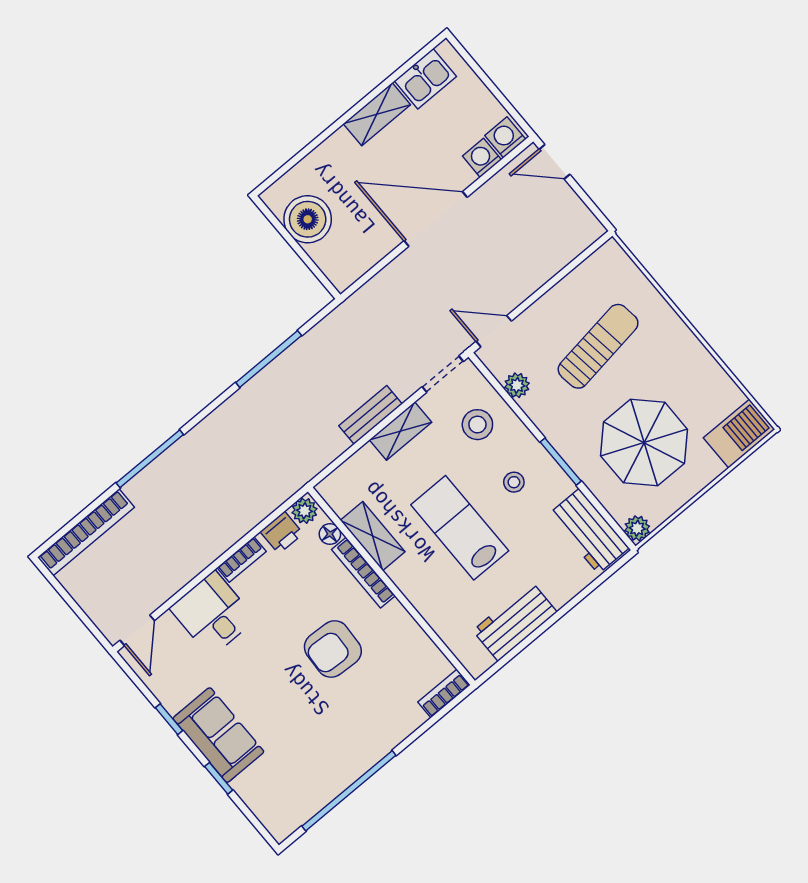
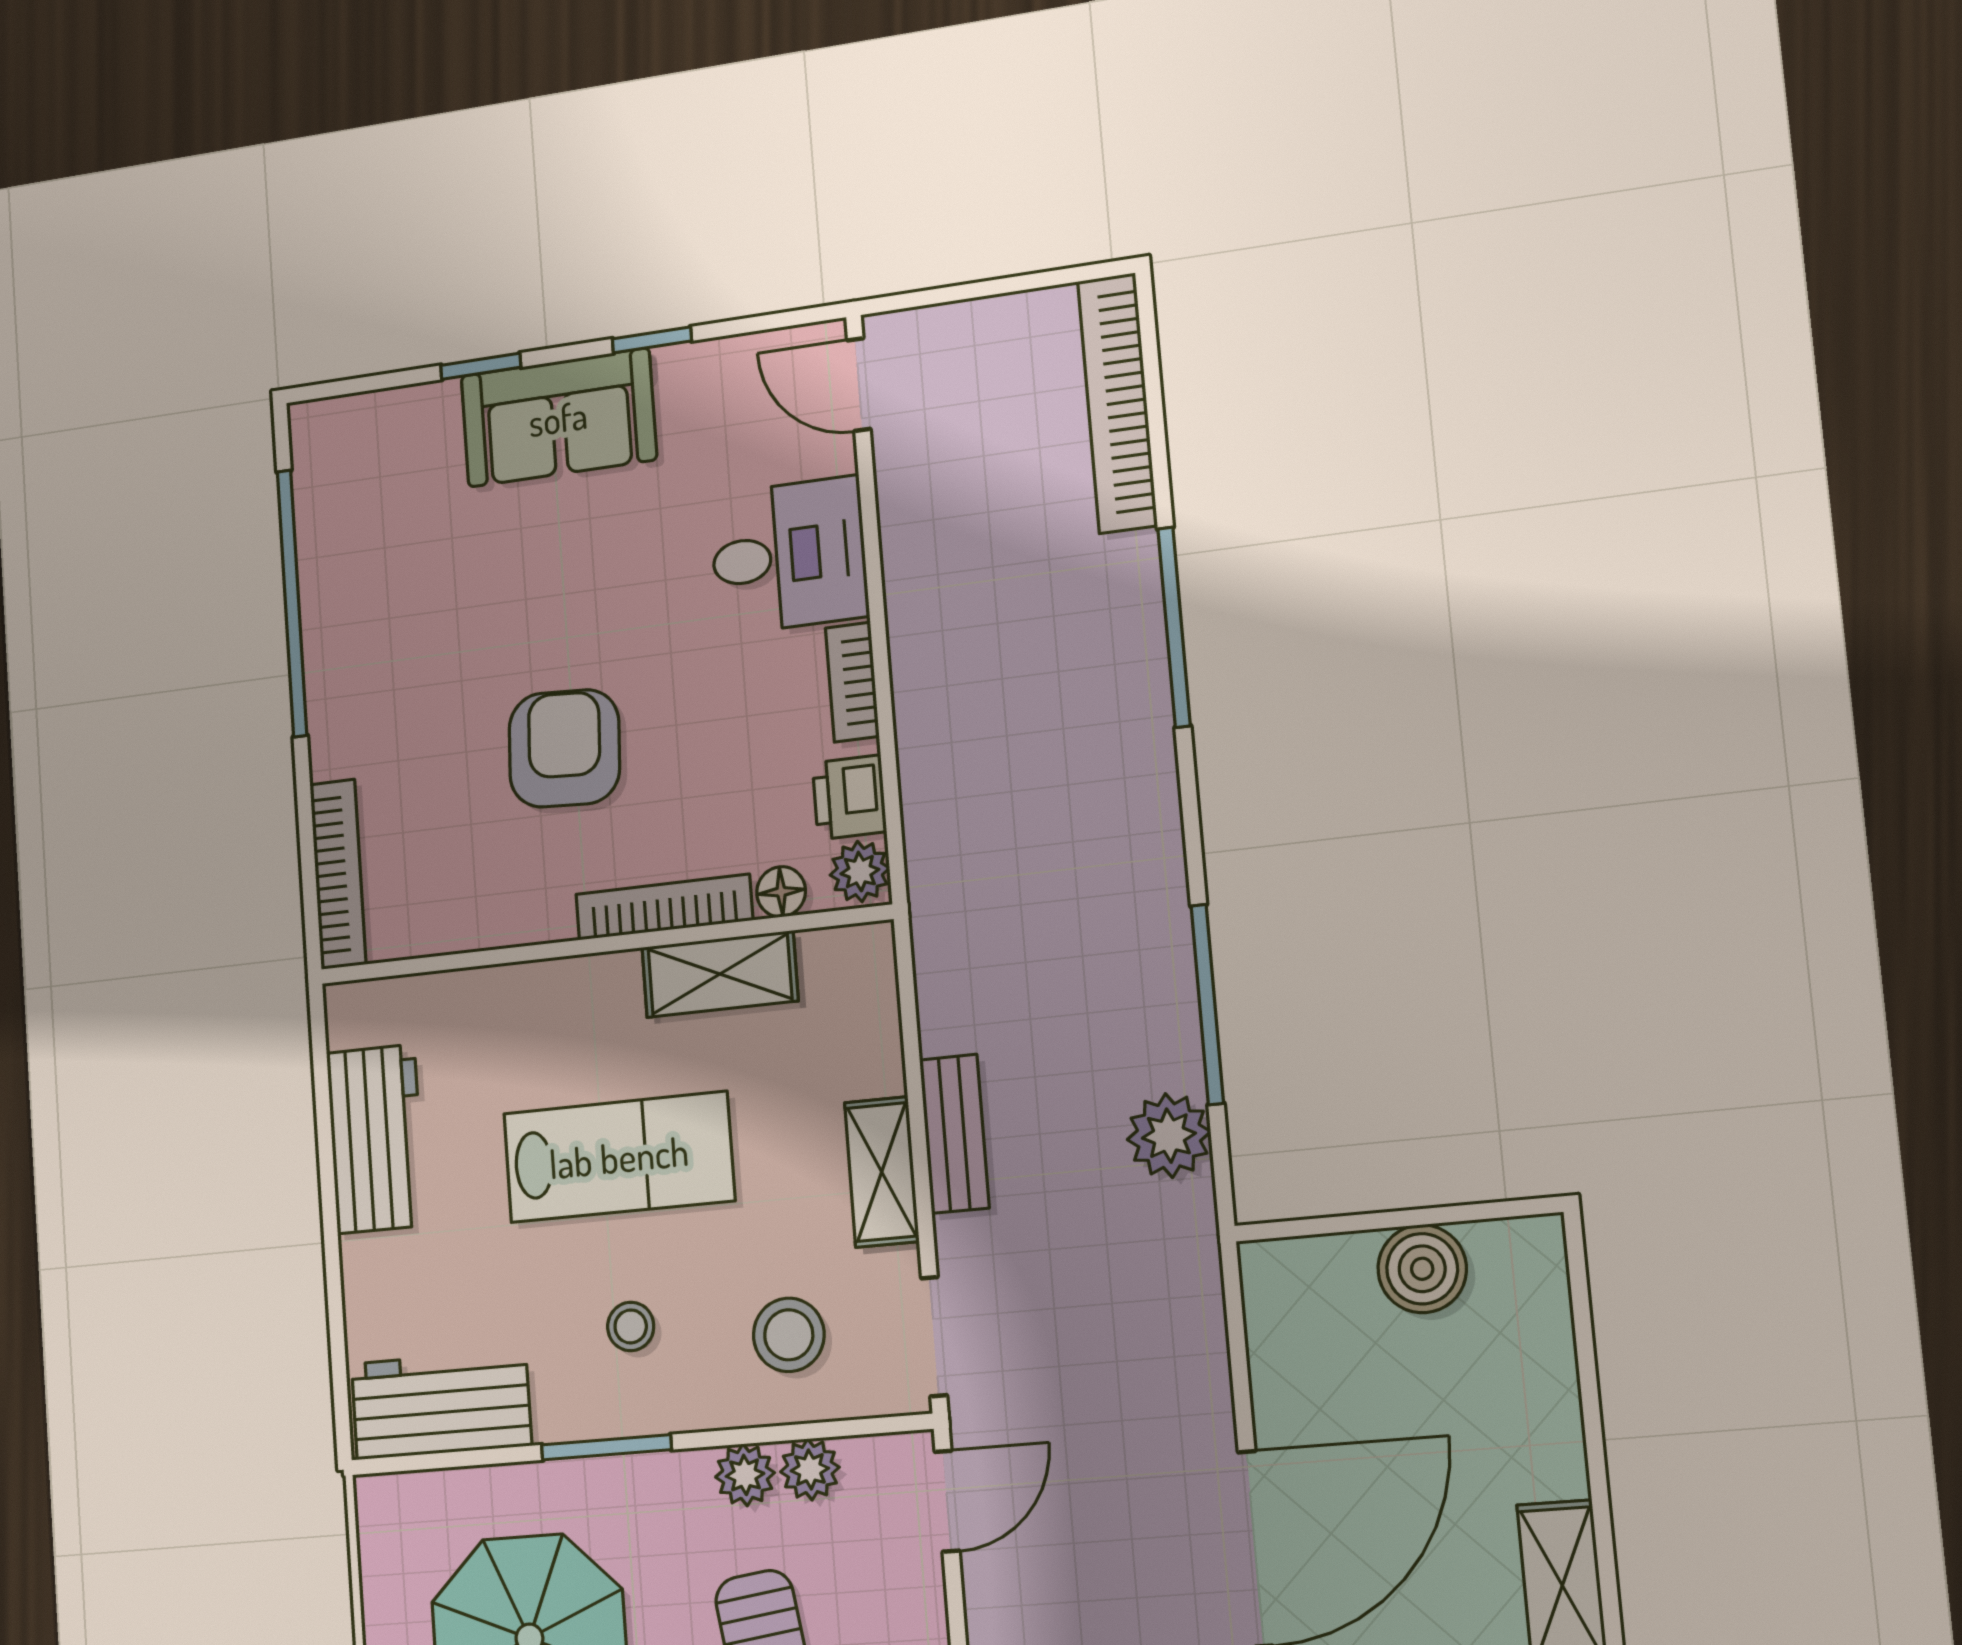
boiler: (308, 219) -> (1422, 1269), width x0.73, depth x0.73
plant: (321, 342) -> (1169, 1136), added
plant: (637, 528) -> (745, 1475), moved
bookcase: (444, 694) -> (338, 874), width x1.56

